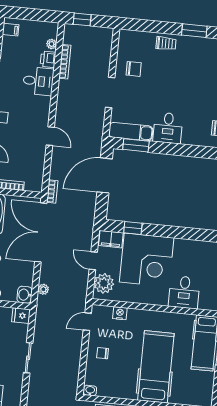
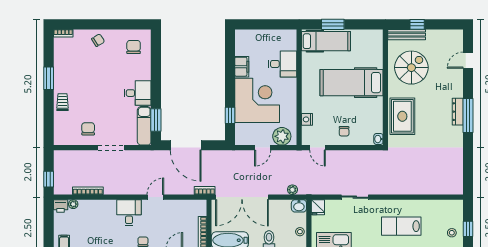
printer: (48, 59) -> (61, 206), moved
desk: (38, 81) -> (129, 213), moved
filing cabinet: (111, 239) -> (242, 67), moved

